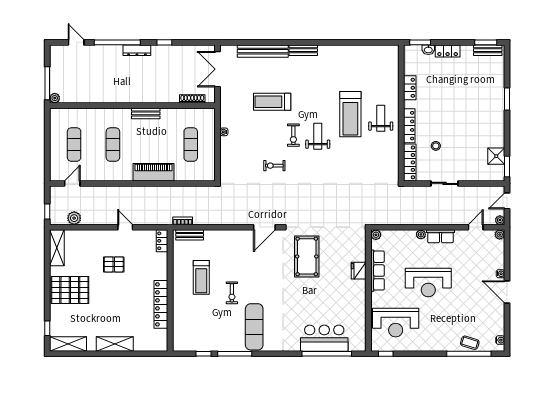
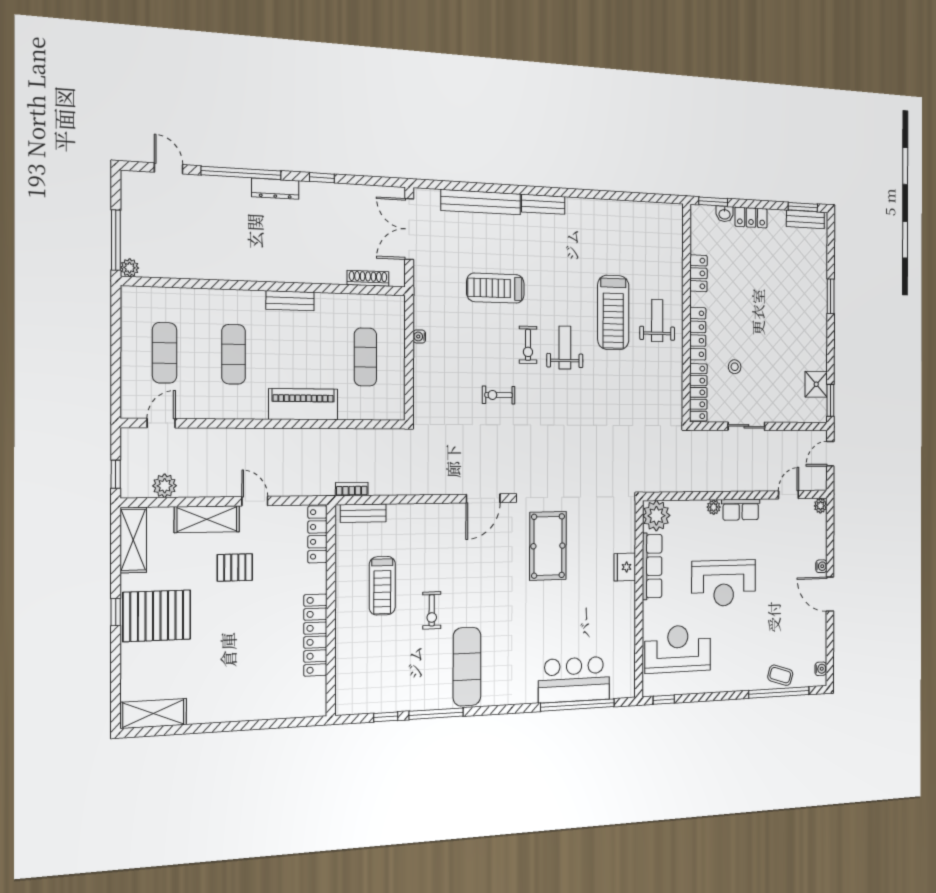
plant: (500, 220) -> (821, 483), removed
plant: (376, 235) -> (656, 516), width x1.87, depth x1.87
locker: (162, 241) -> (317, 534), width x1.53
reception desk: (396, 323) -> (678, 649), turned 180
window: (47, 328) -> (116, 612), moved
shelving: (115, 344) -> (207, 519), moved

